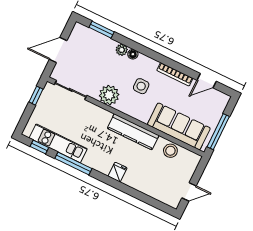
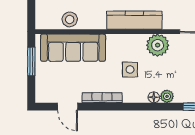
door: (207, 81) -> (68, 107), swing flipped
kitchen counter: (133, 132) -> (134, 20), moved
window: (218, 132) -> (31, 61), width x0.69

